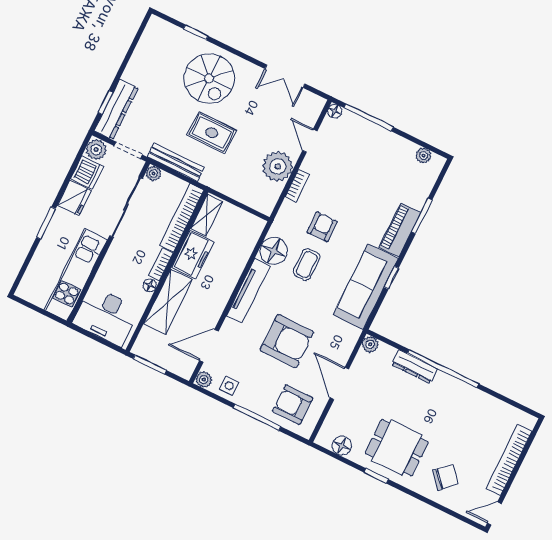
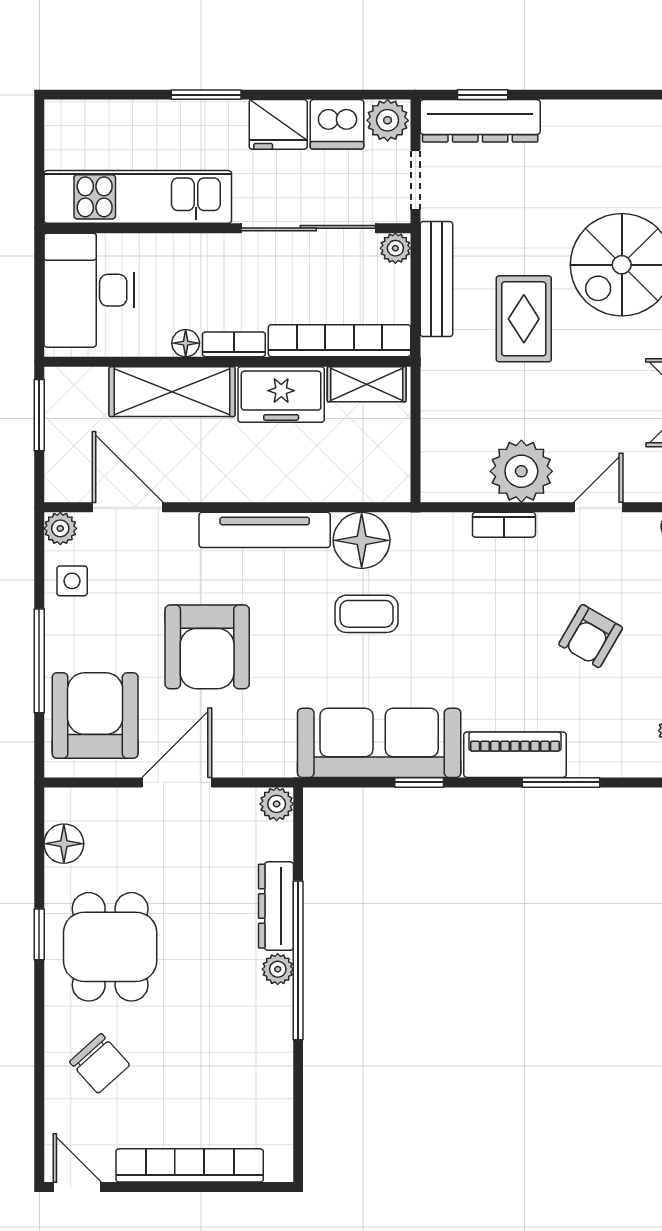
armchair: (322, 227) -> (591, 636), moved, turned 120
plant: (442, 379) -> (278, 969), added
armchair: (293, 405) -> (95, 716), width x1.36, depth x1.36

